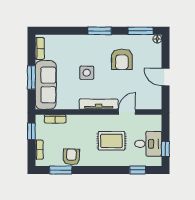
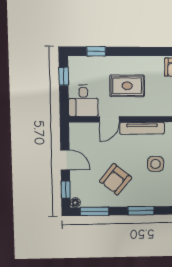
window: (165, 51) -> (66, 190), added
armchair: (122, 59) -> (116, 179), turned -141
desk: (148, 144) -> (83, 101), moved, turned -90

